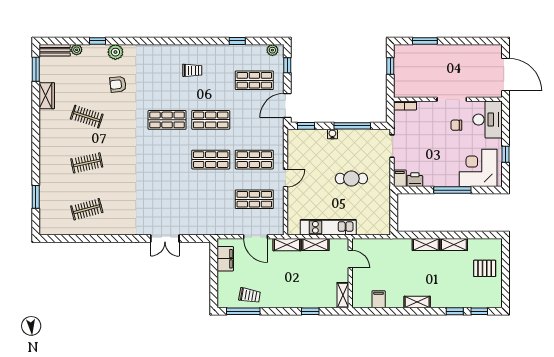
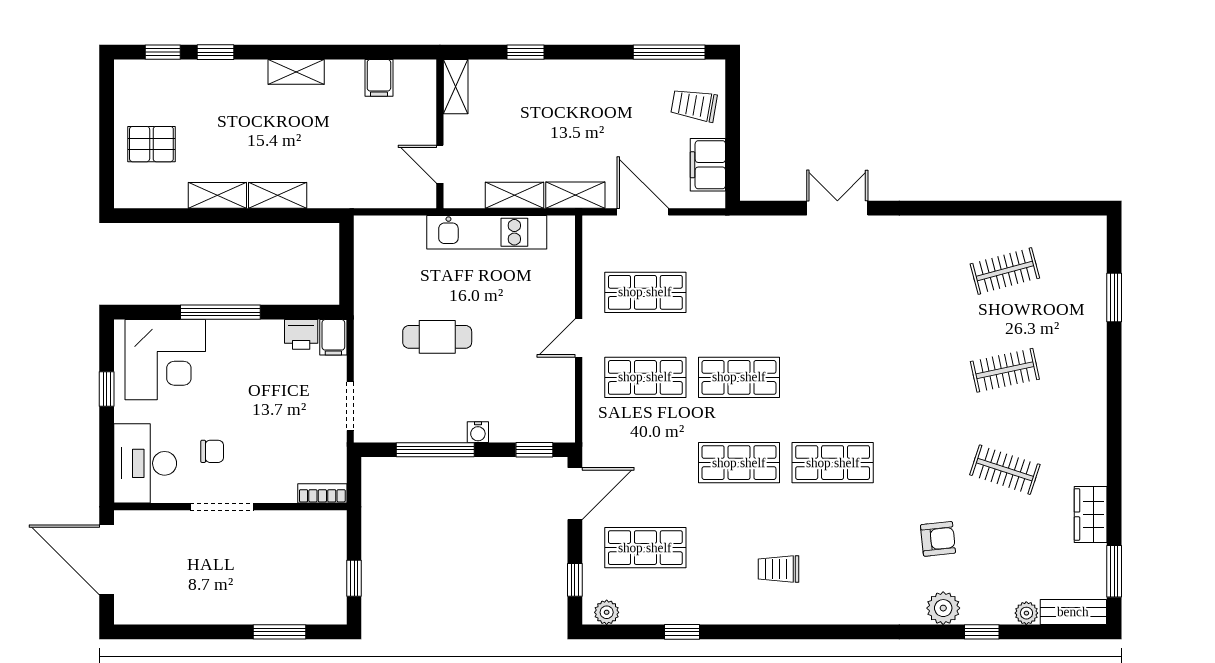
trolley: (250, 295) -> (694, 105), moved

